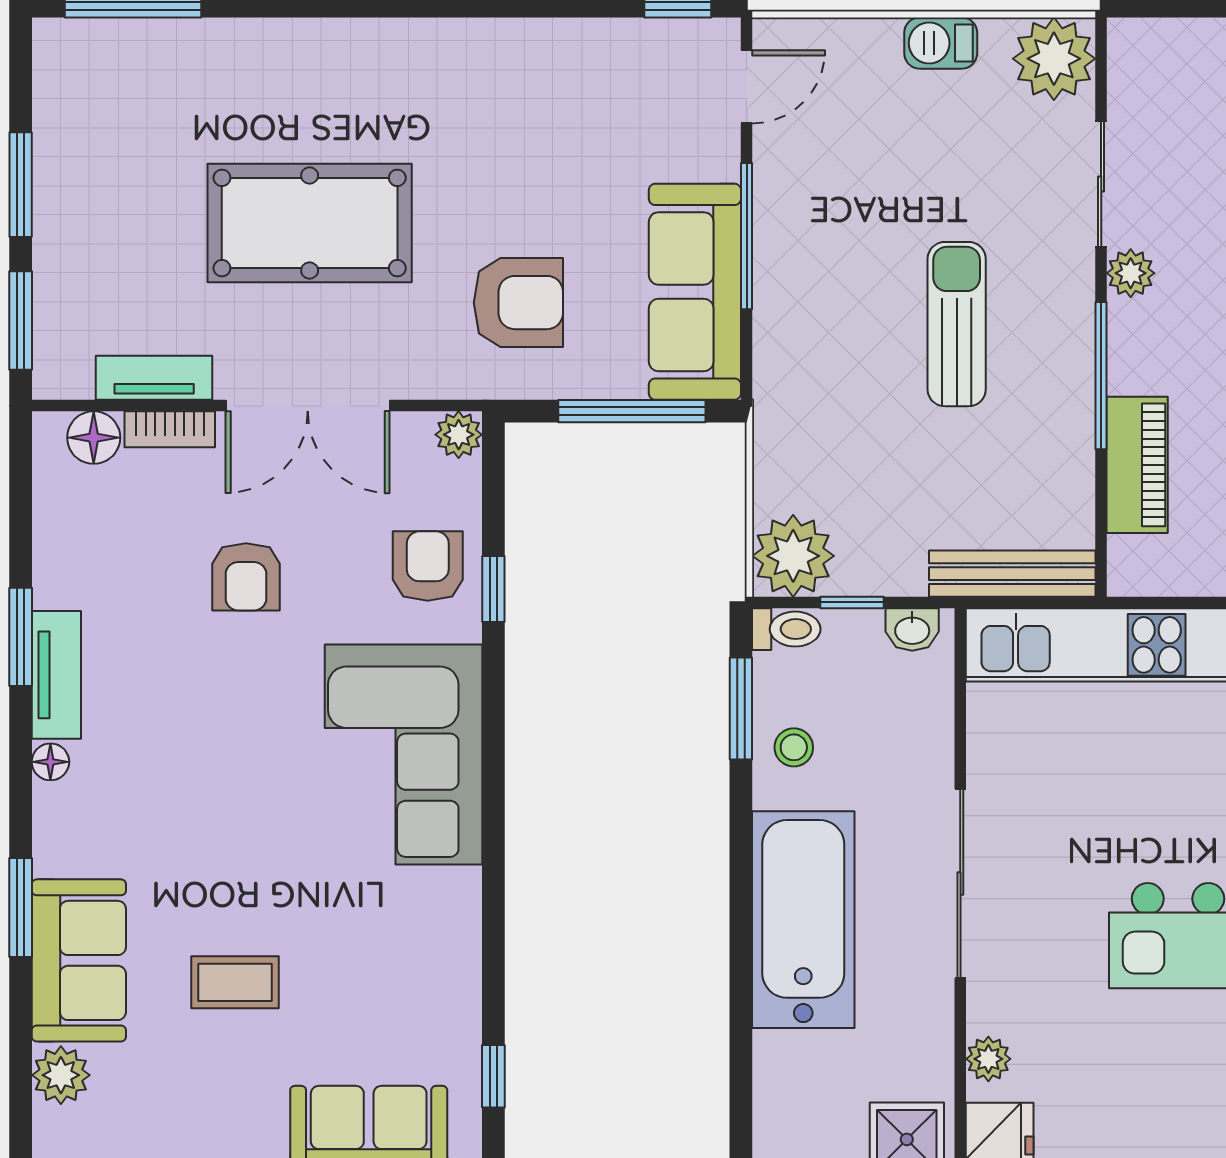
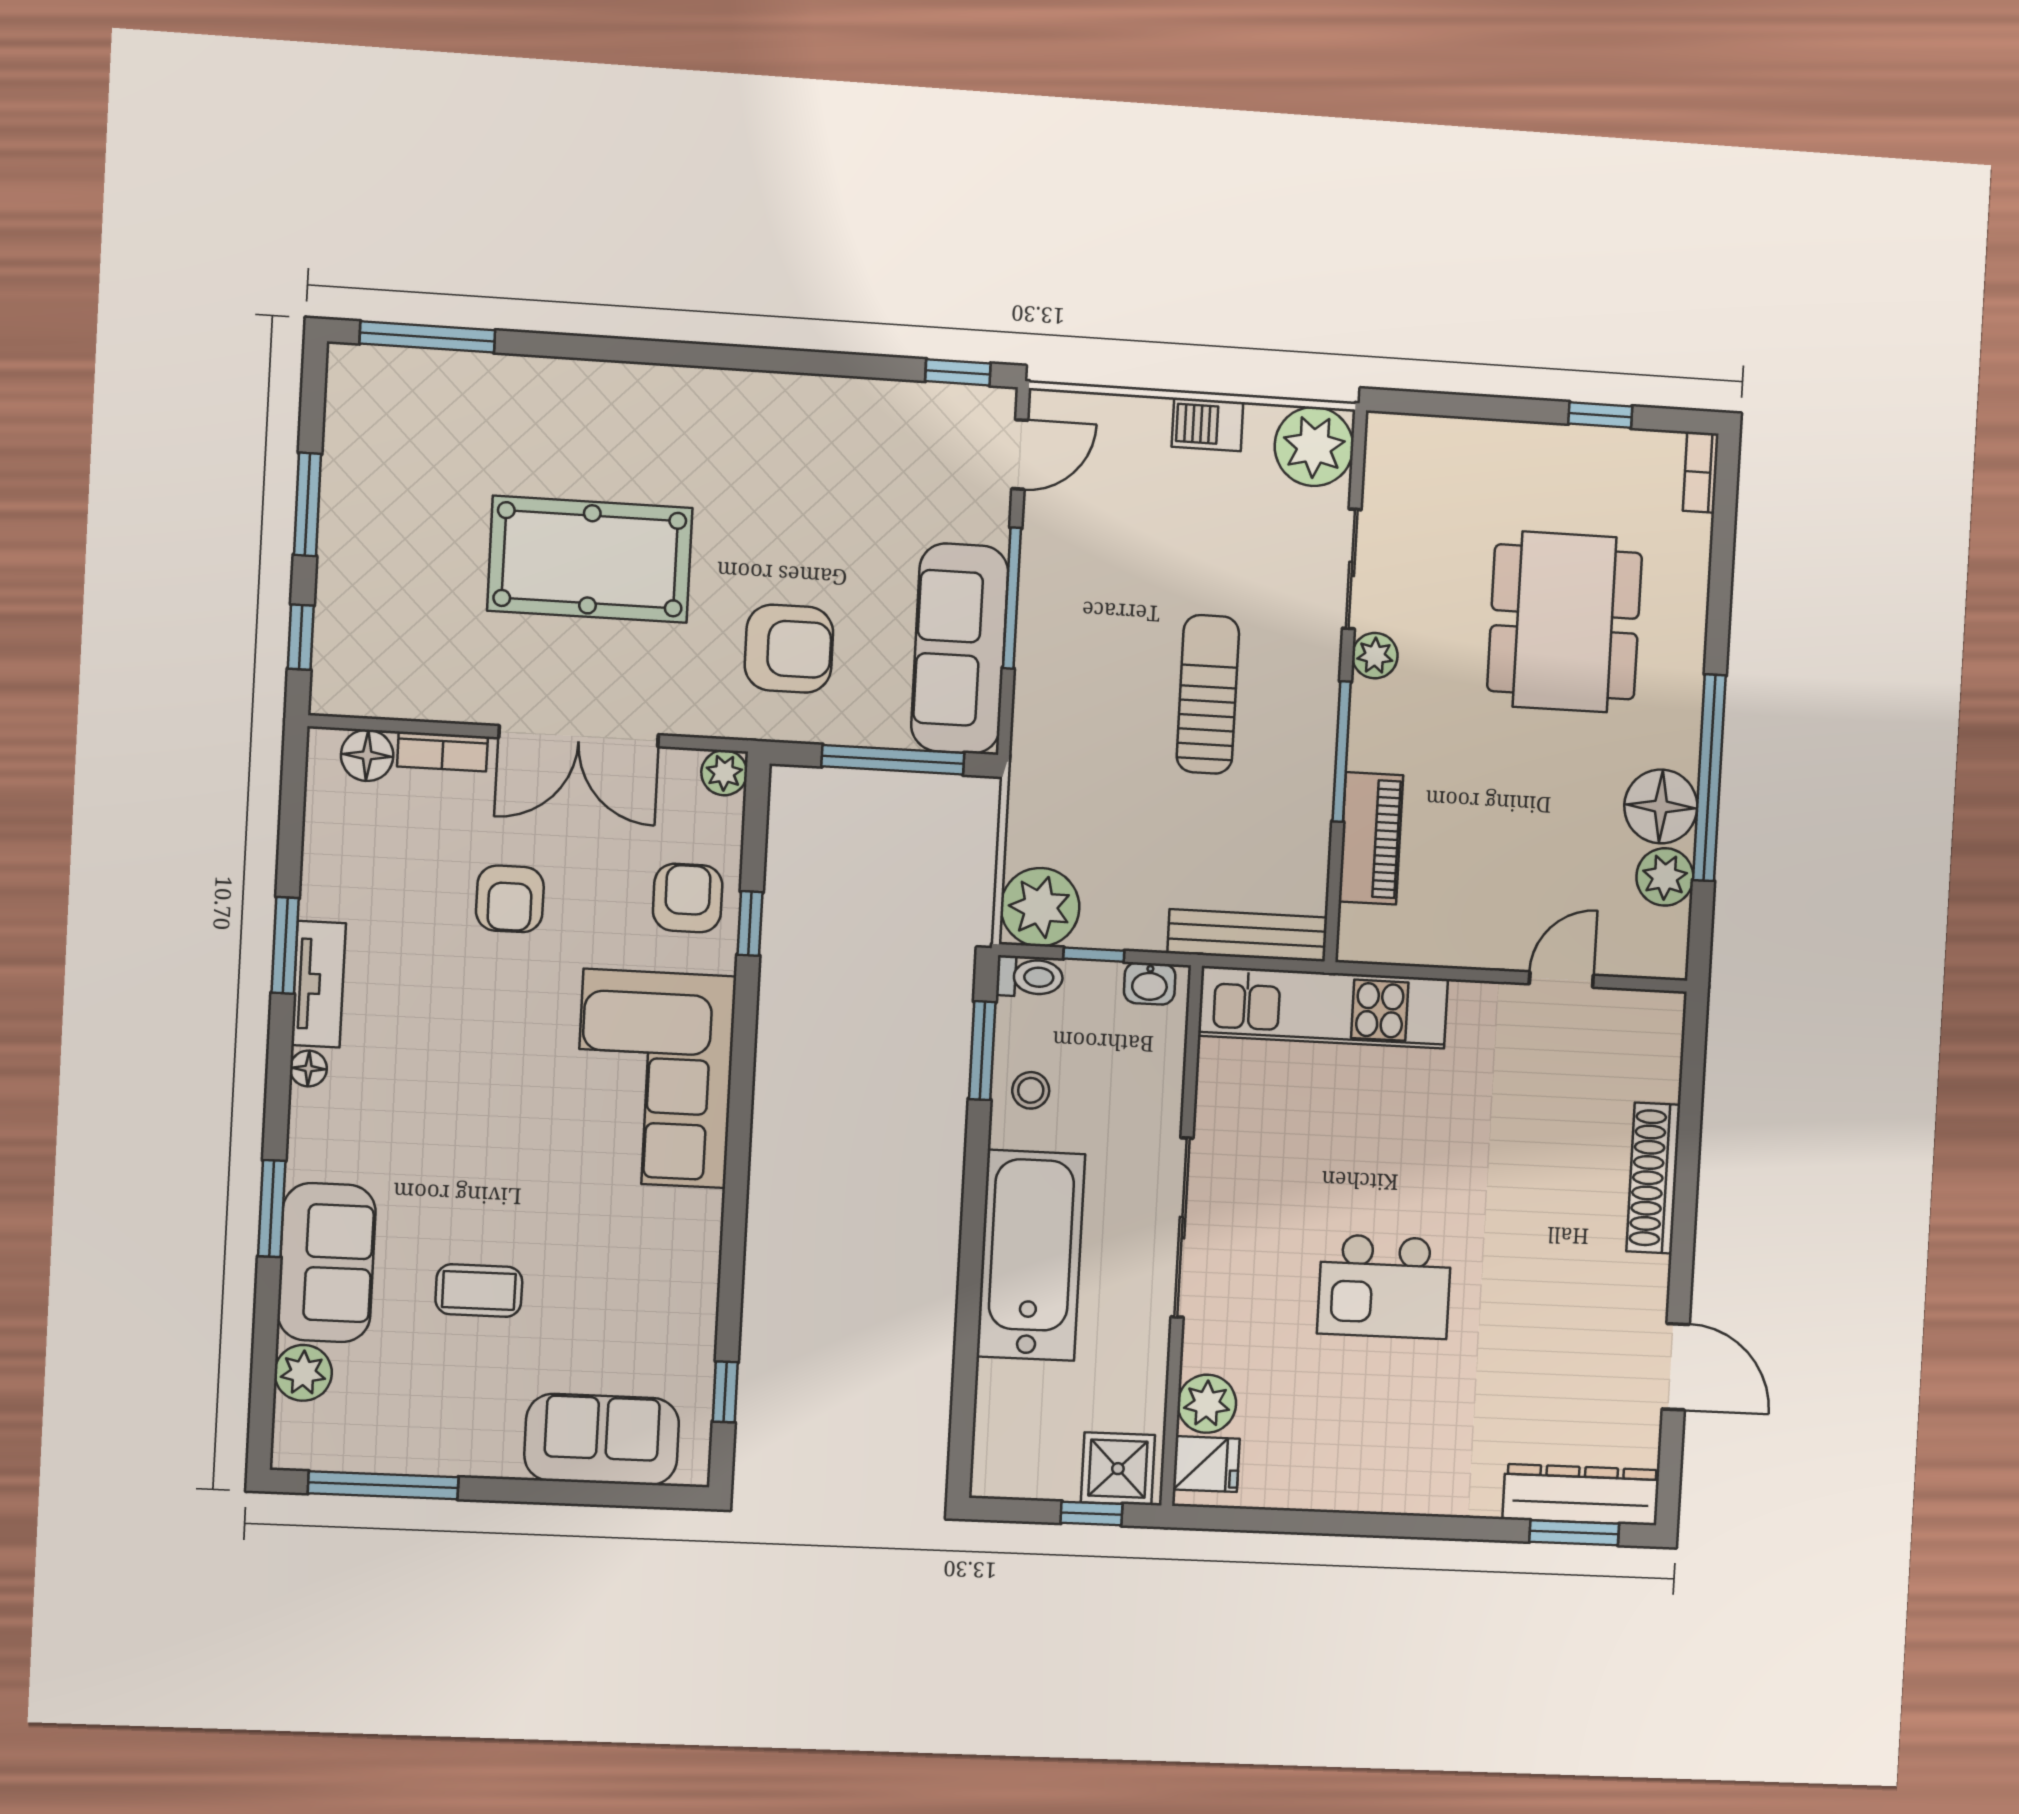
window: (21, 321) -> (301, 637), width x0.67
tv unit: (154, 378) -> (430, 701), removed
plant: (988, 1059) -> (1207, 1404), width x1.38, depth x1.38

